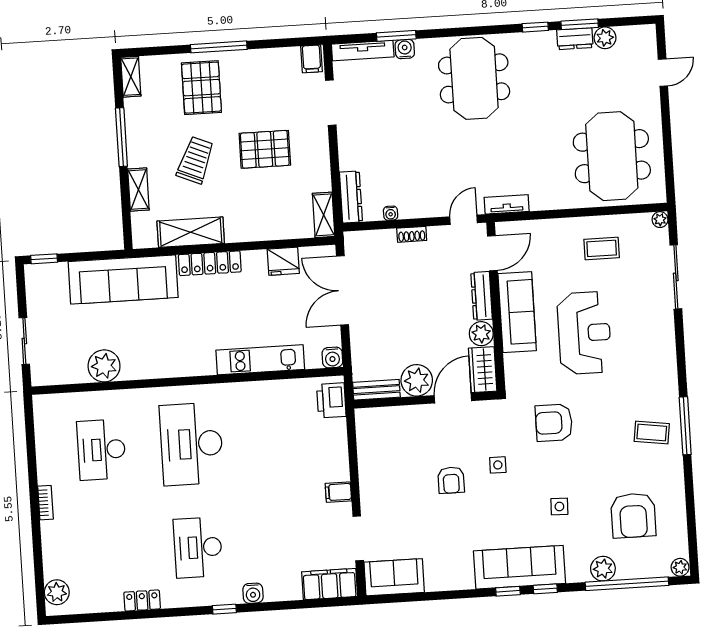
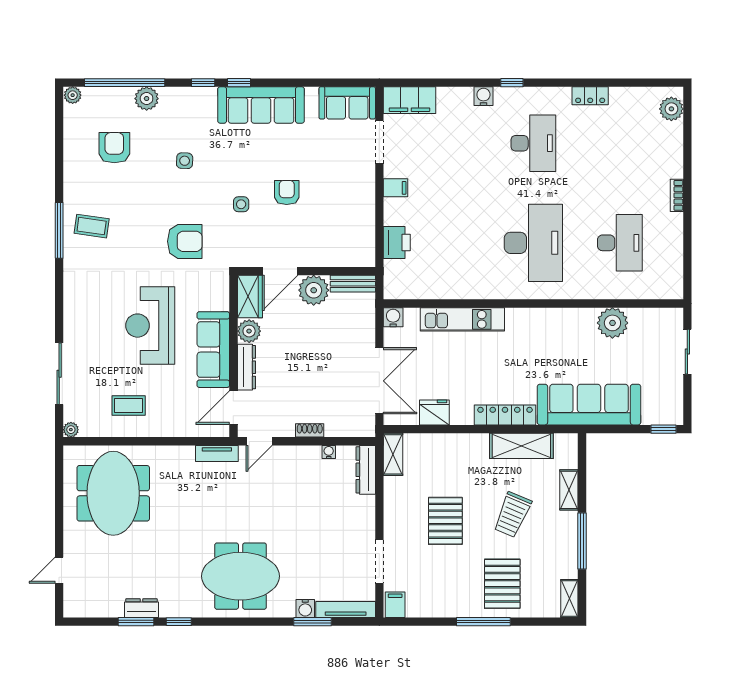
plant: (605, 38) -> (113, 607), removed
meeting table: (474, 78) -> (241, 576), turned 90
pallet: (265, 149) -> (445, 521), turned 90
printer: (331, 400) -> (397, 242), moved
armchair: (633, 515) -> (114, 148), width x0.73, depth x0.73
sofa: (520, 567) -> (261, 105), moved

